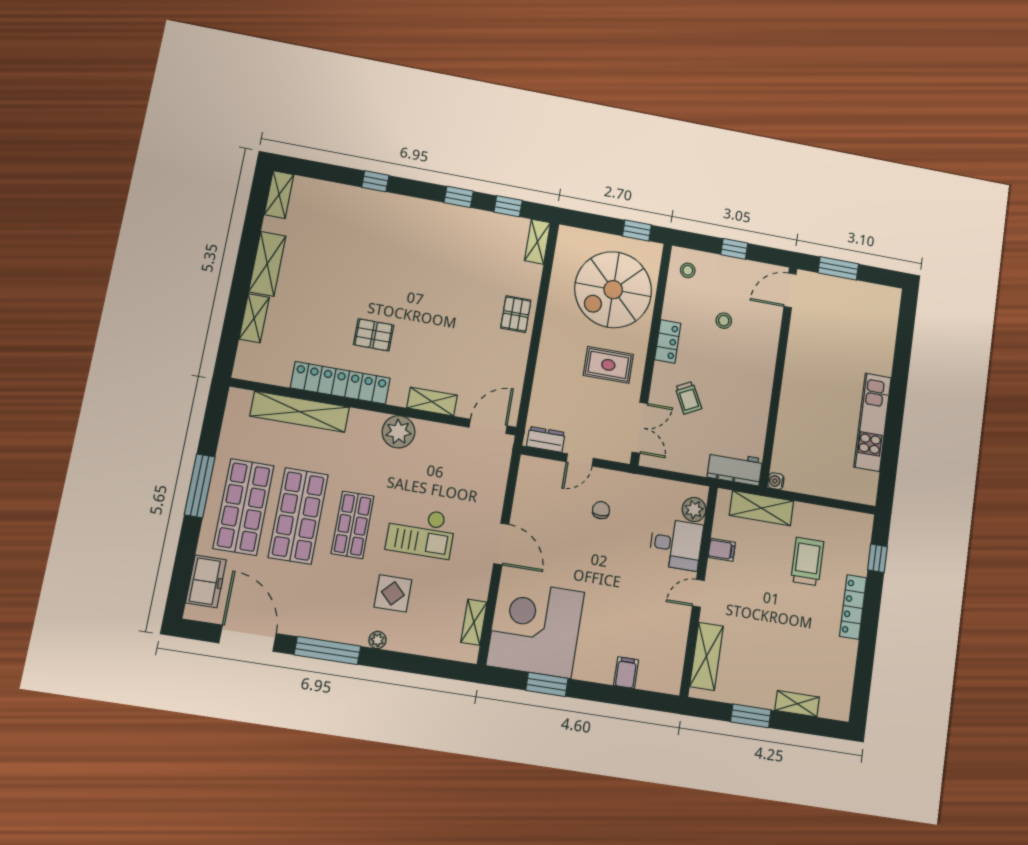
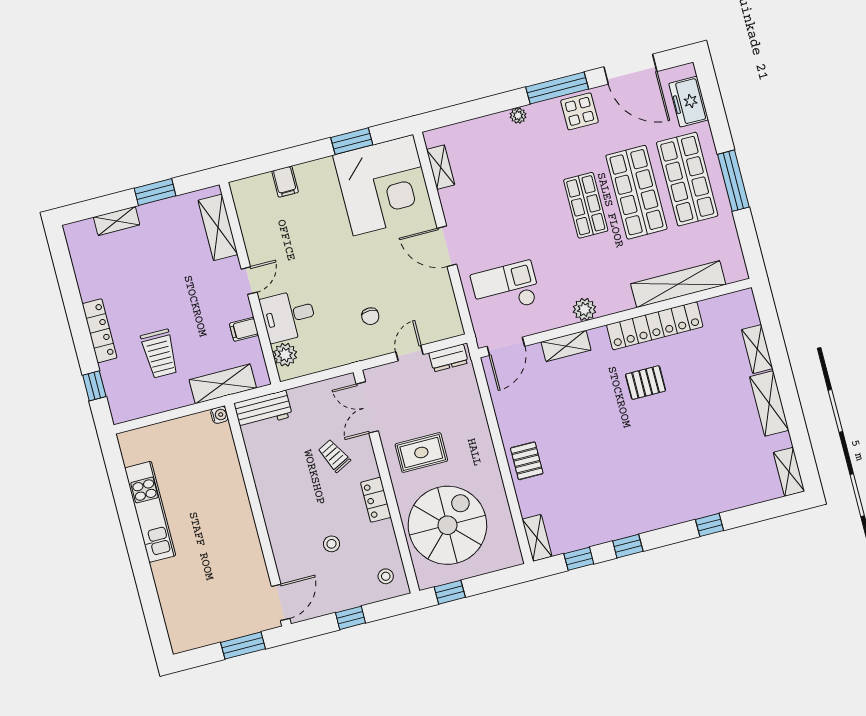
plant: (398, 432) -> (584, 309), width x0.73, depth x0.73
checkout: (421, 532) -> (506, 288), moved
display table: (393, 593) -> (580, 111), moved

